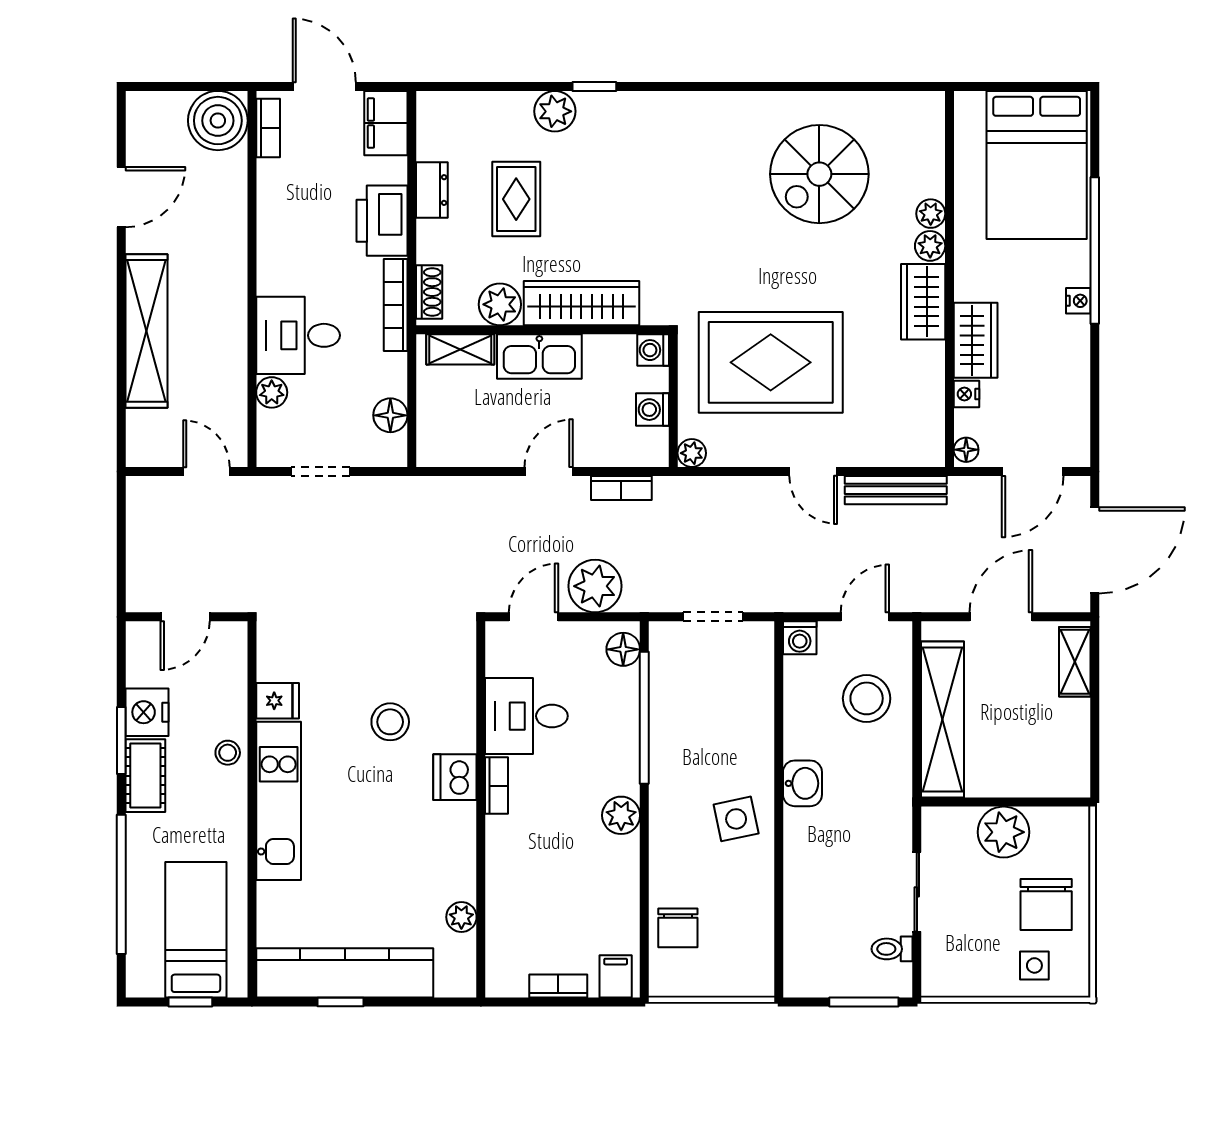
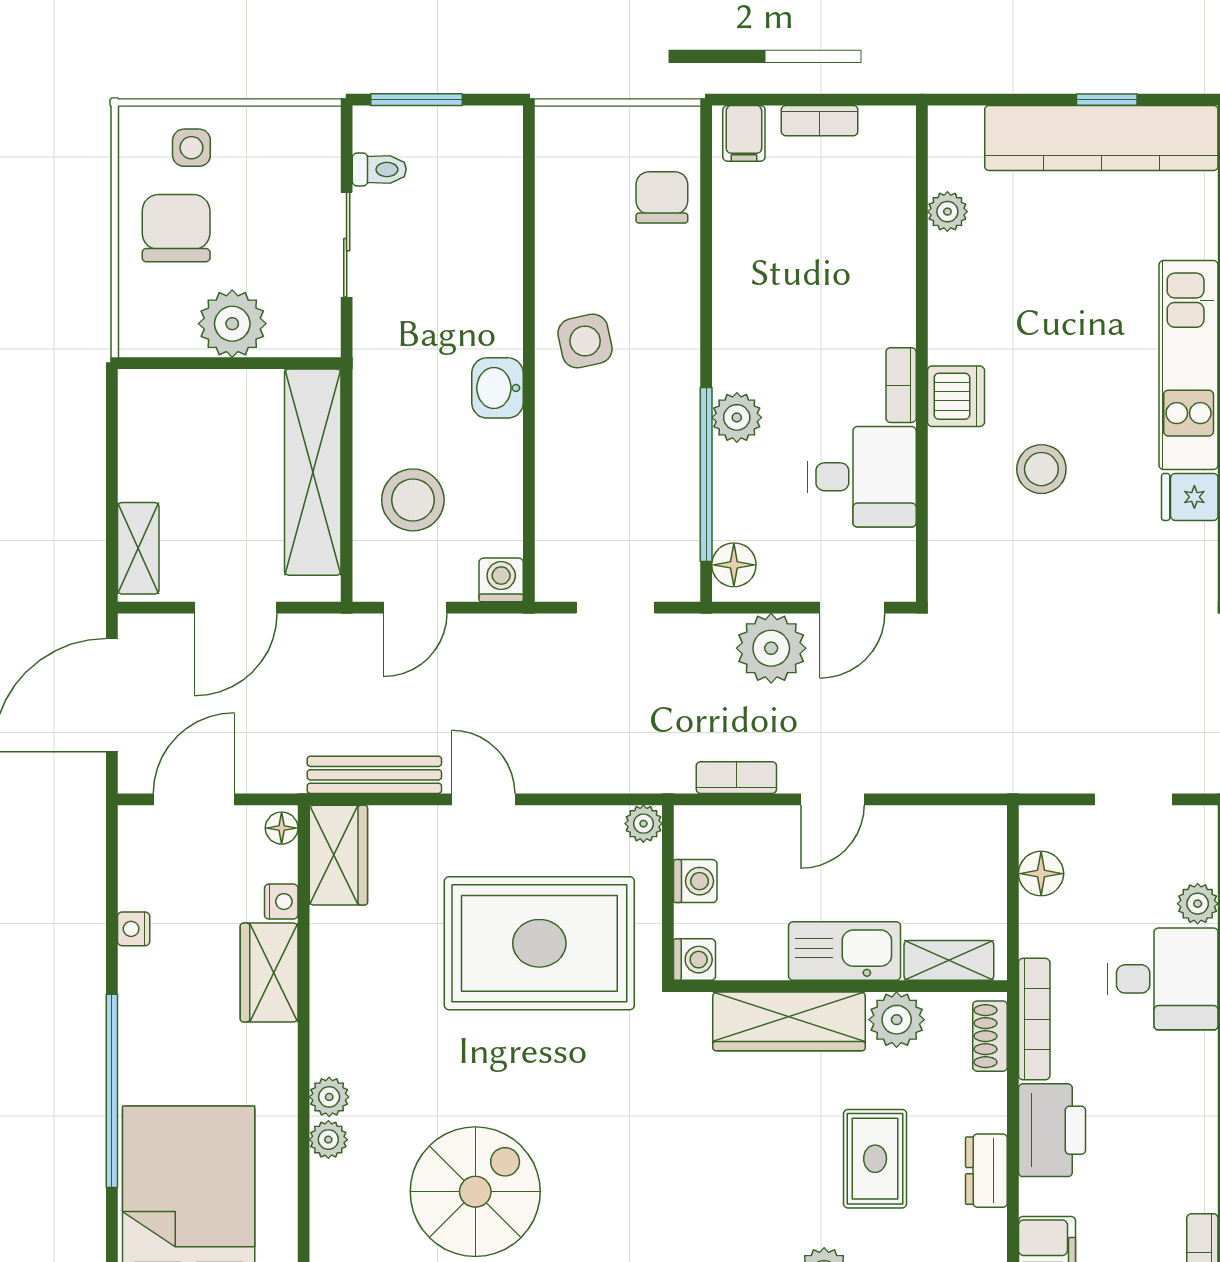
nightstand: (1078, 301) -> (134, 929), moved
wardrobe: (923, 302) -> (338, 855), moved
plant: (621, 815) -> (737, 417), moved

